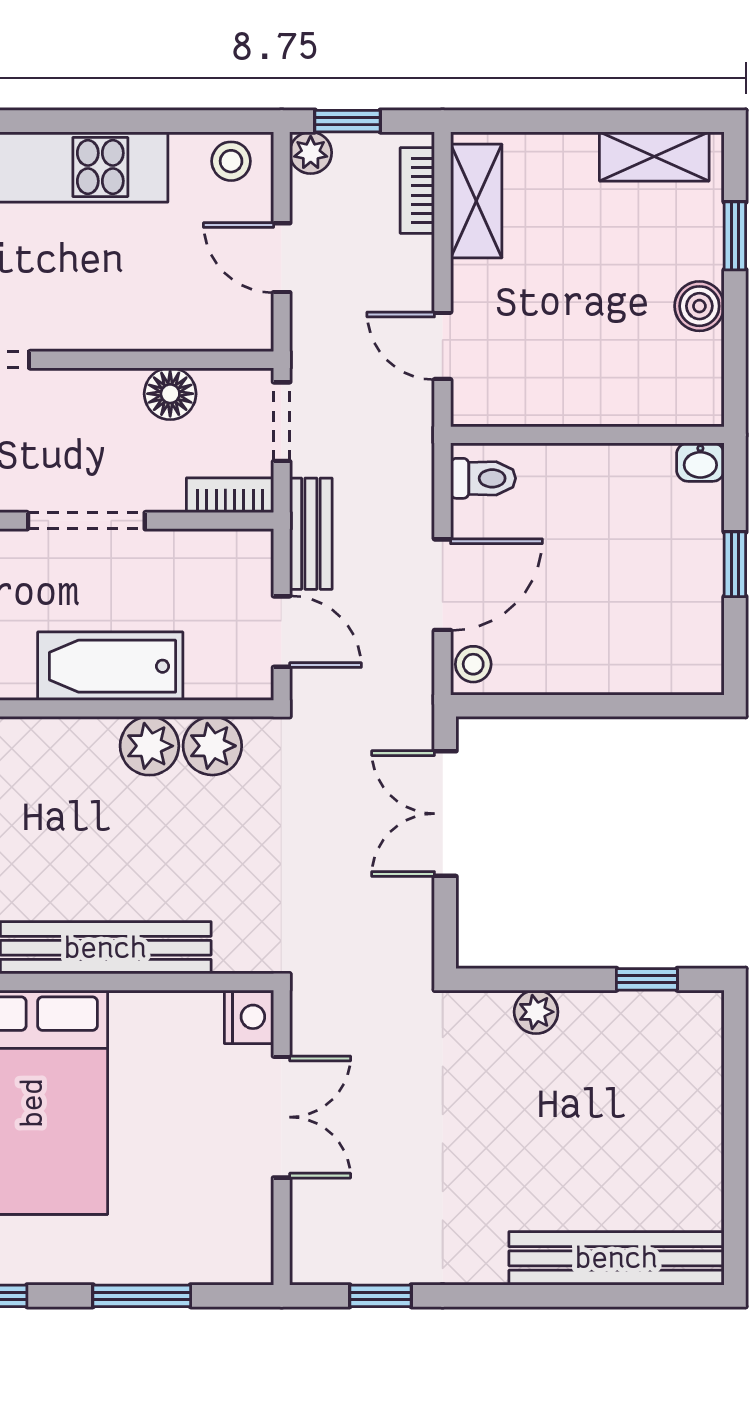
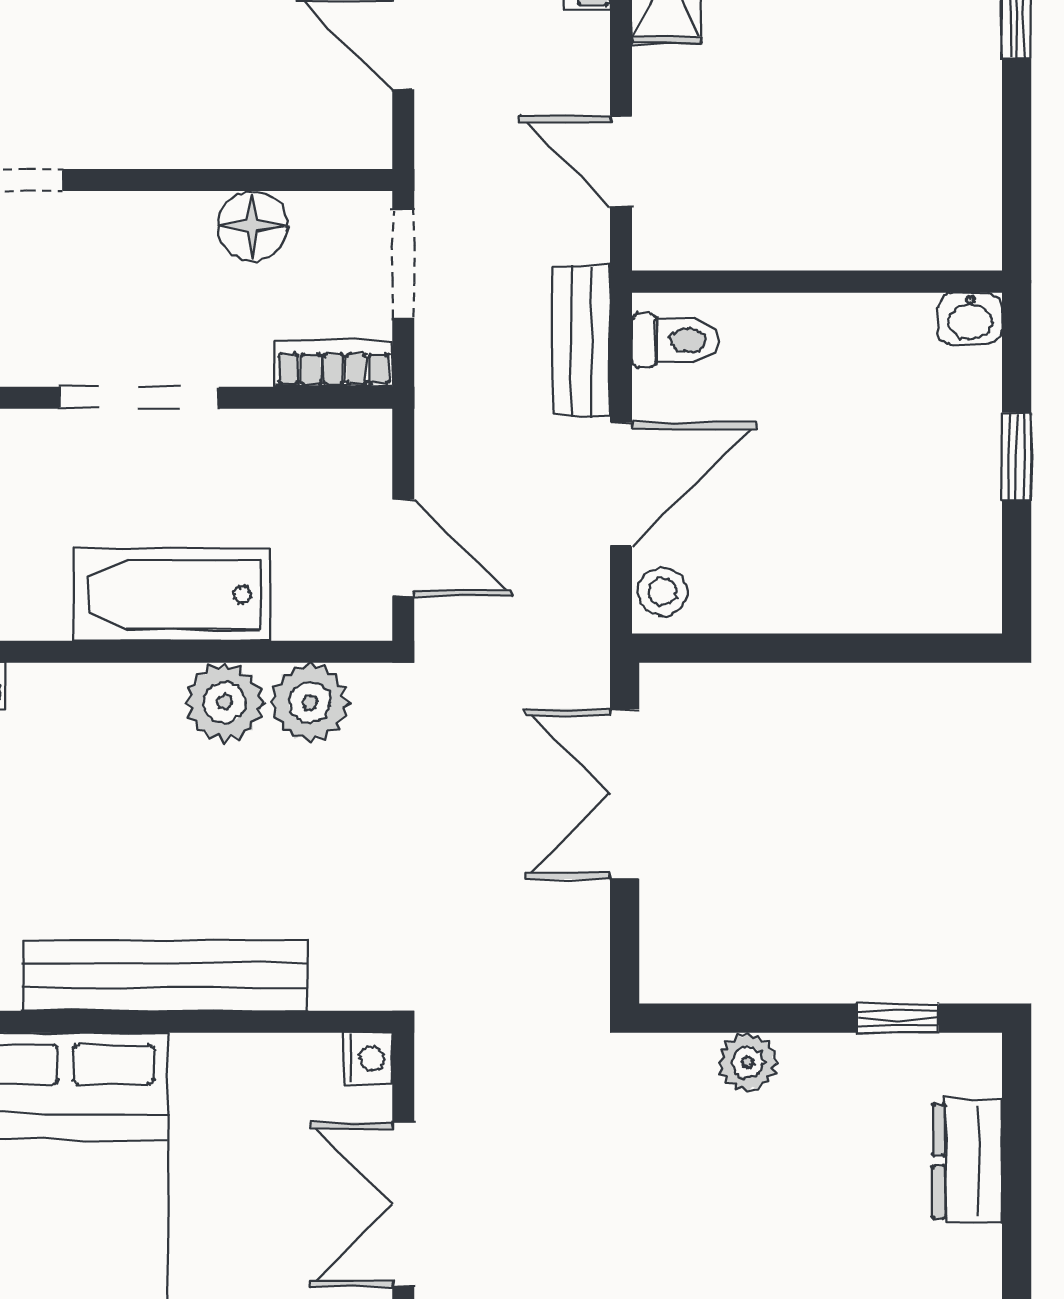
boiler: (699, 306) -> (969, 107), removed
bench: (311, 534) -> (581, 340), moved
nightstand: (249, 1017) -> (368, 1059), width x0.72, depth x0.74
dresser: (698, 1085) -> (967, 1161), added
double door: (282, 1117) -> (403, 1205), swing flipped

